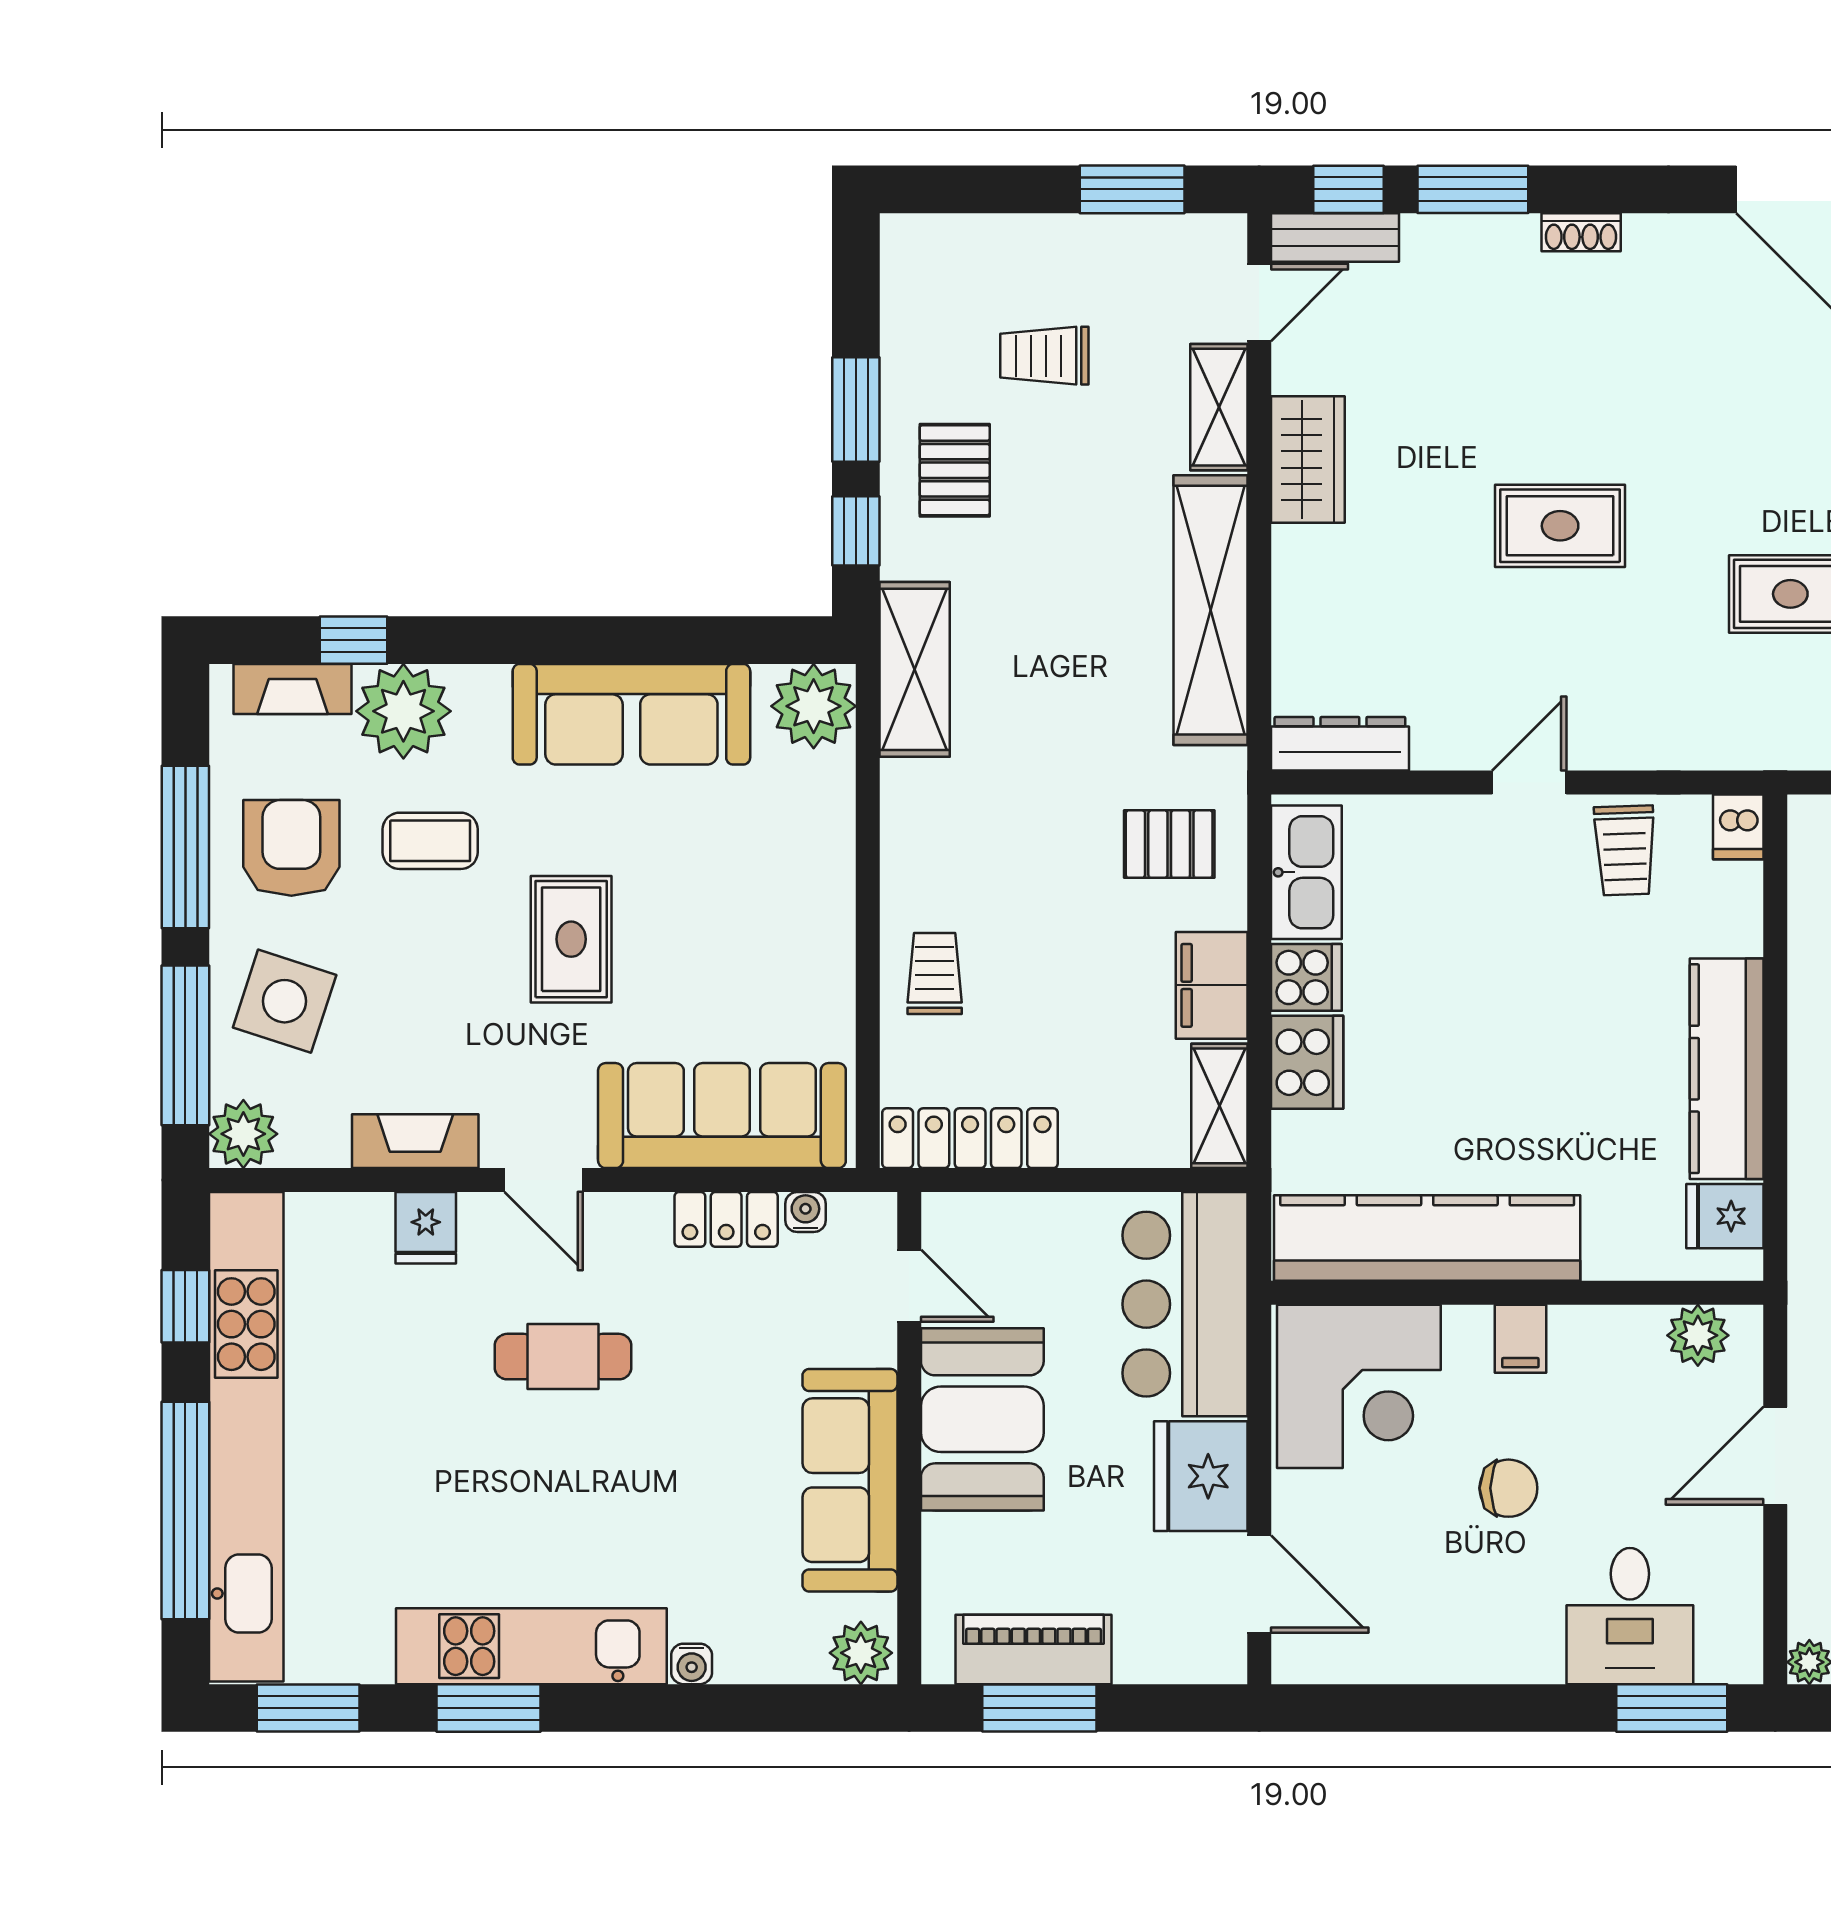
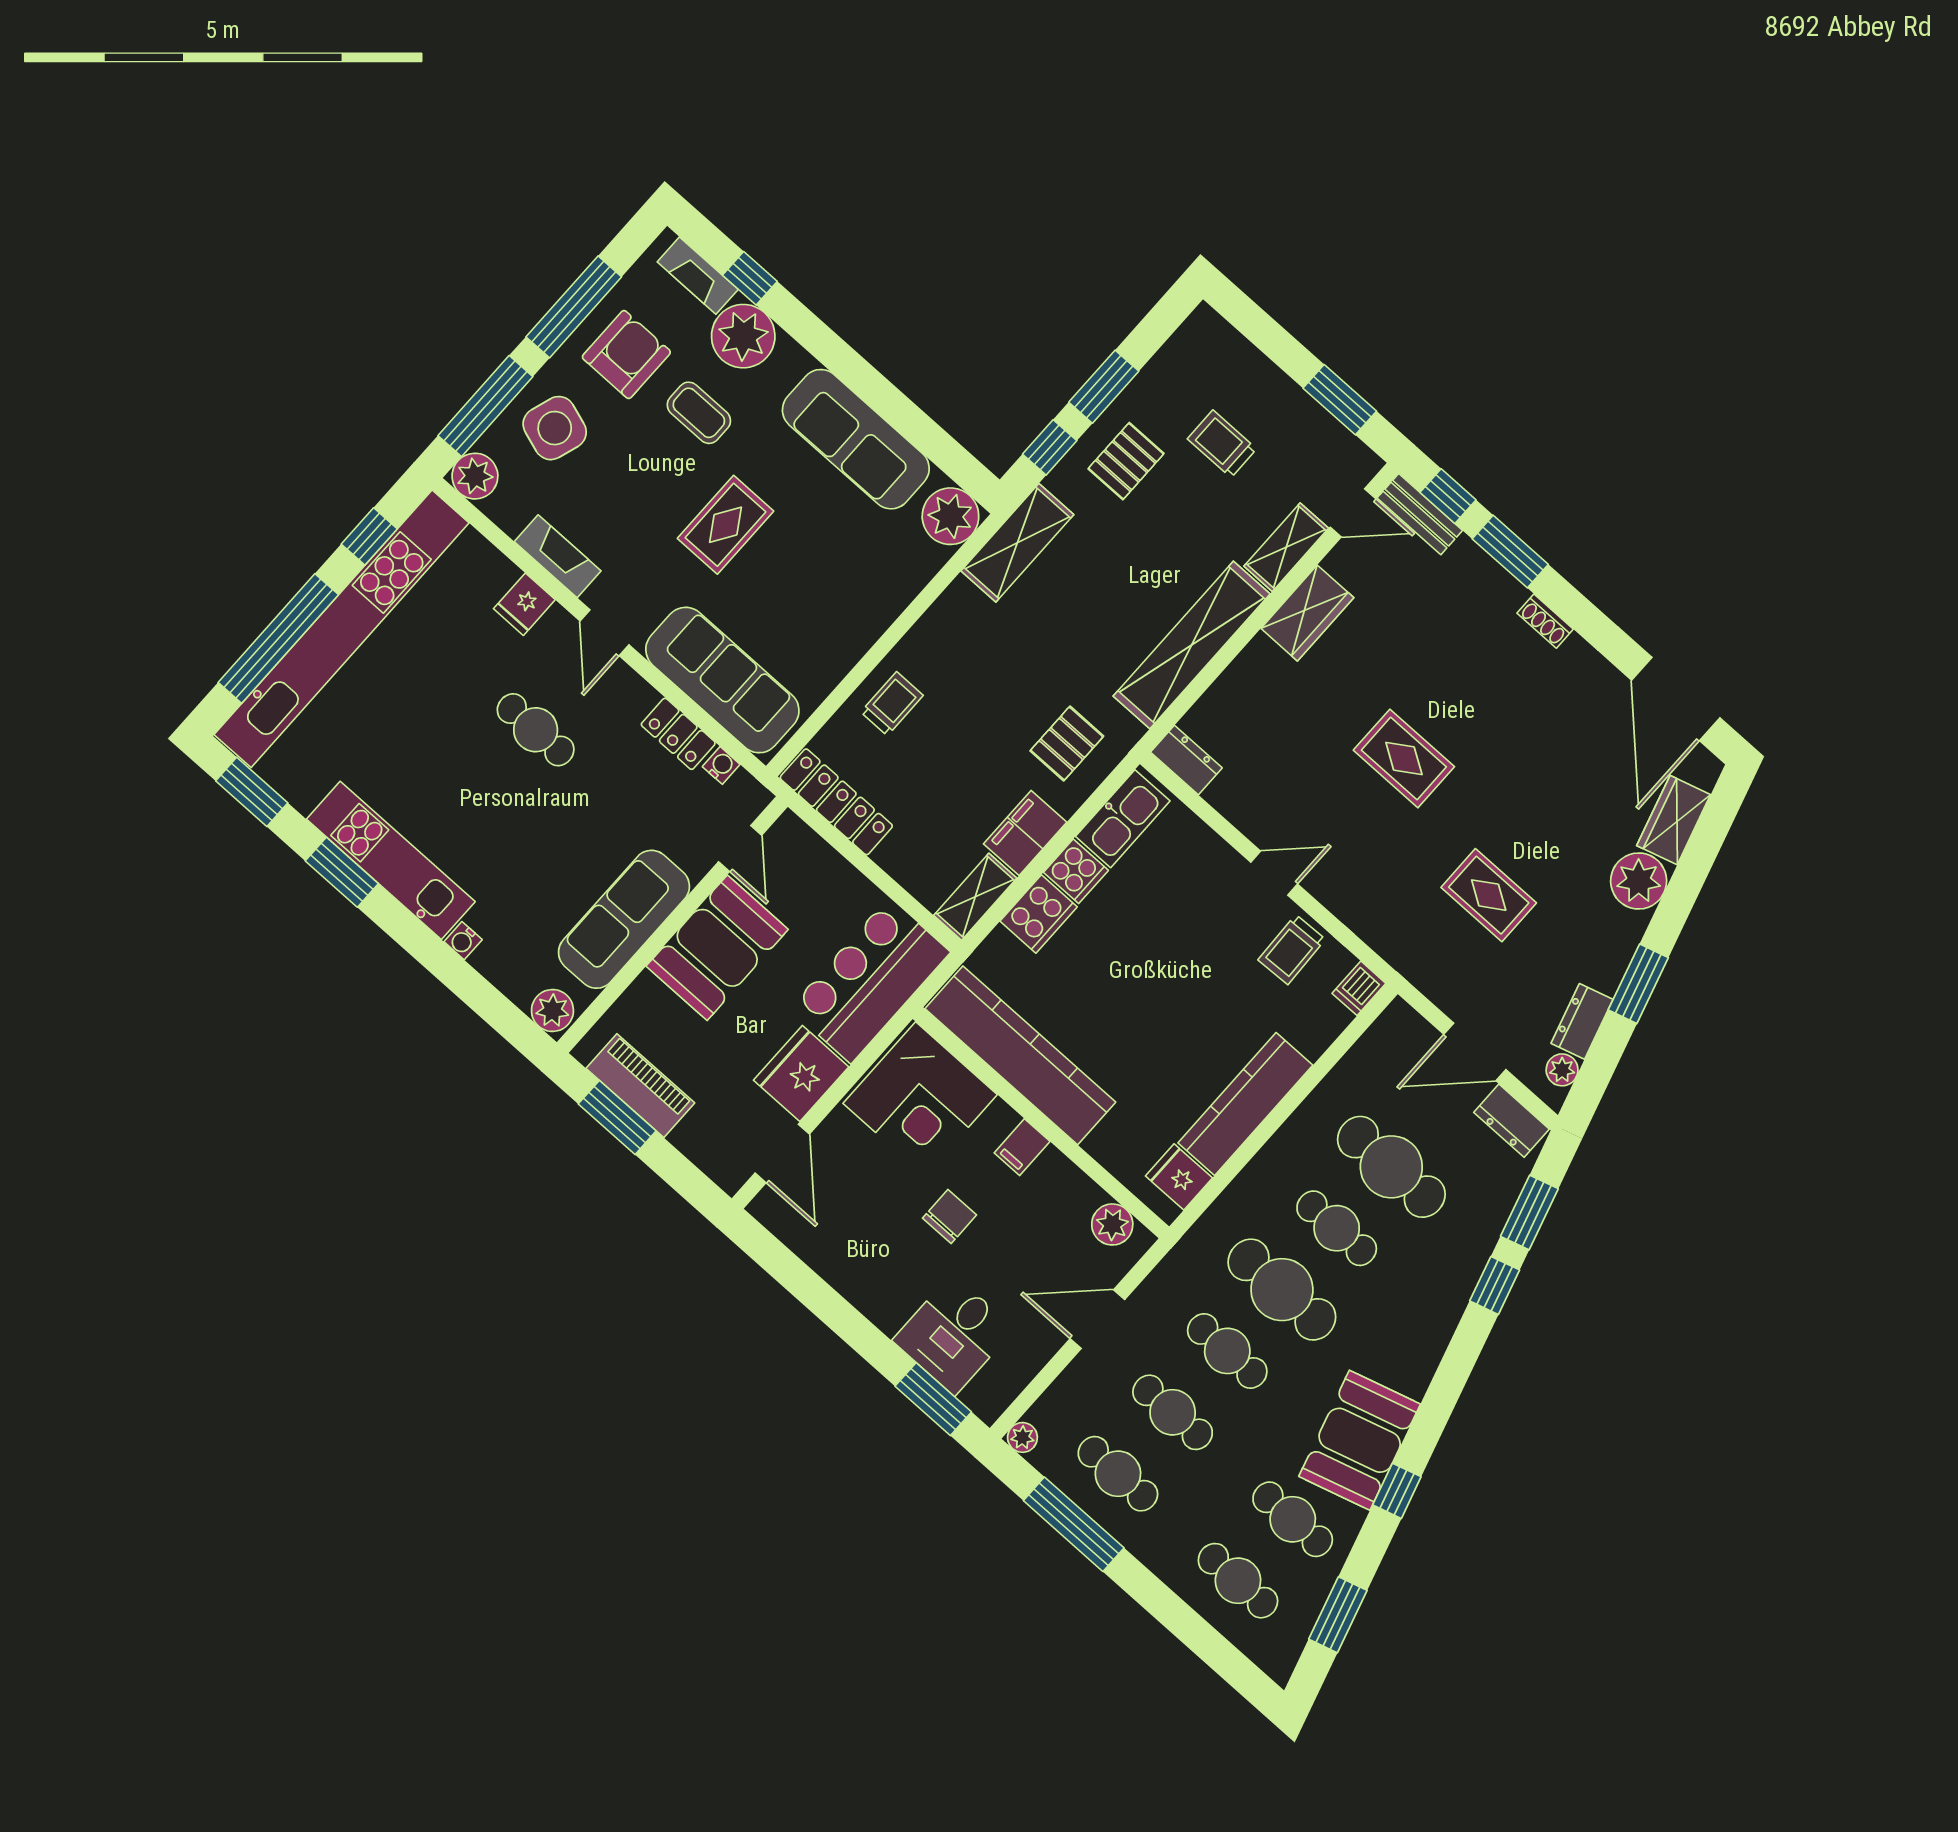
dresser: (1340, 744) -> (1186, 760), width x0.70
pallet: (1169, 844) -> (1067, 743), turned 90
chair: (1508, 1488) -> (950, 1217), turned -90

